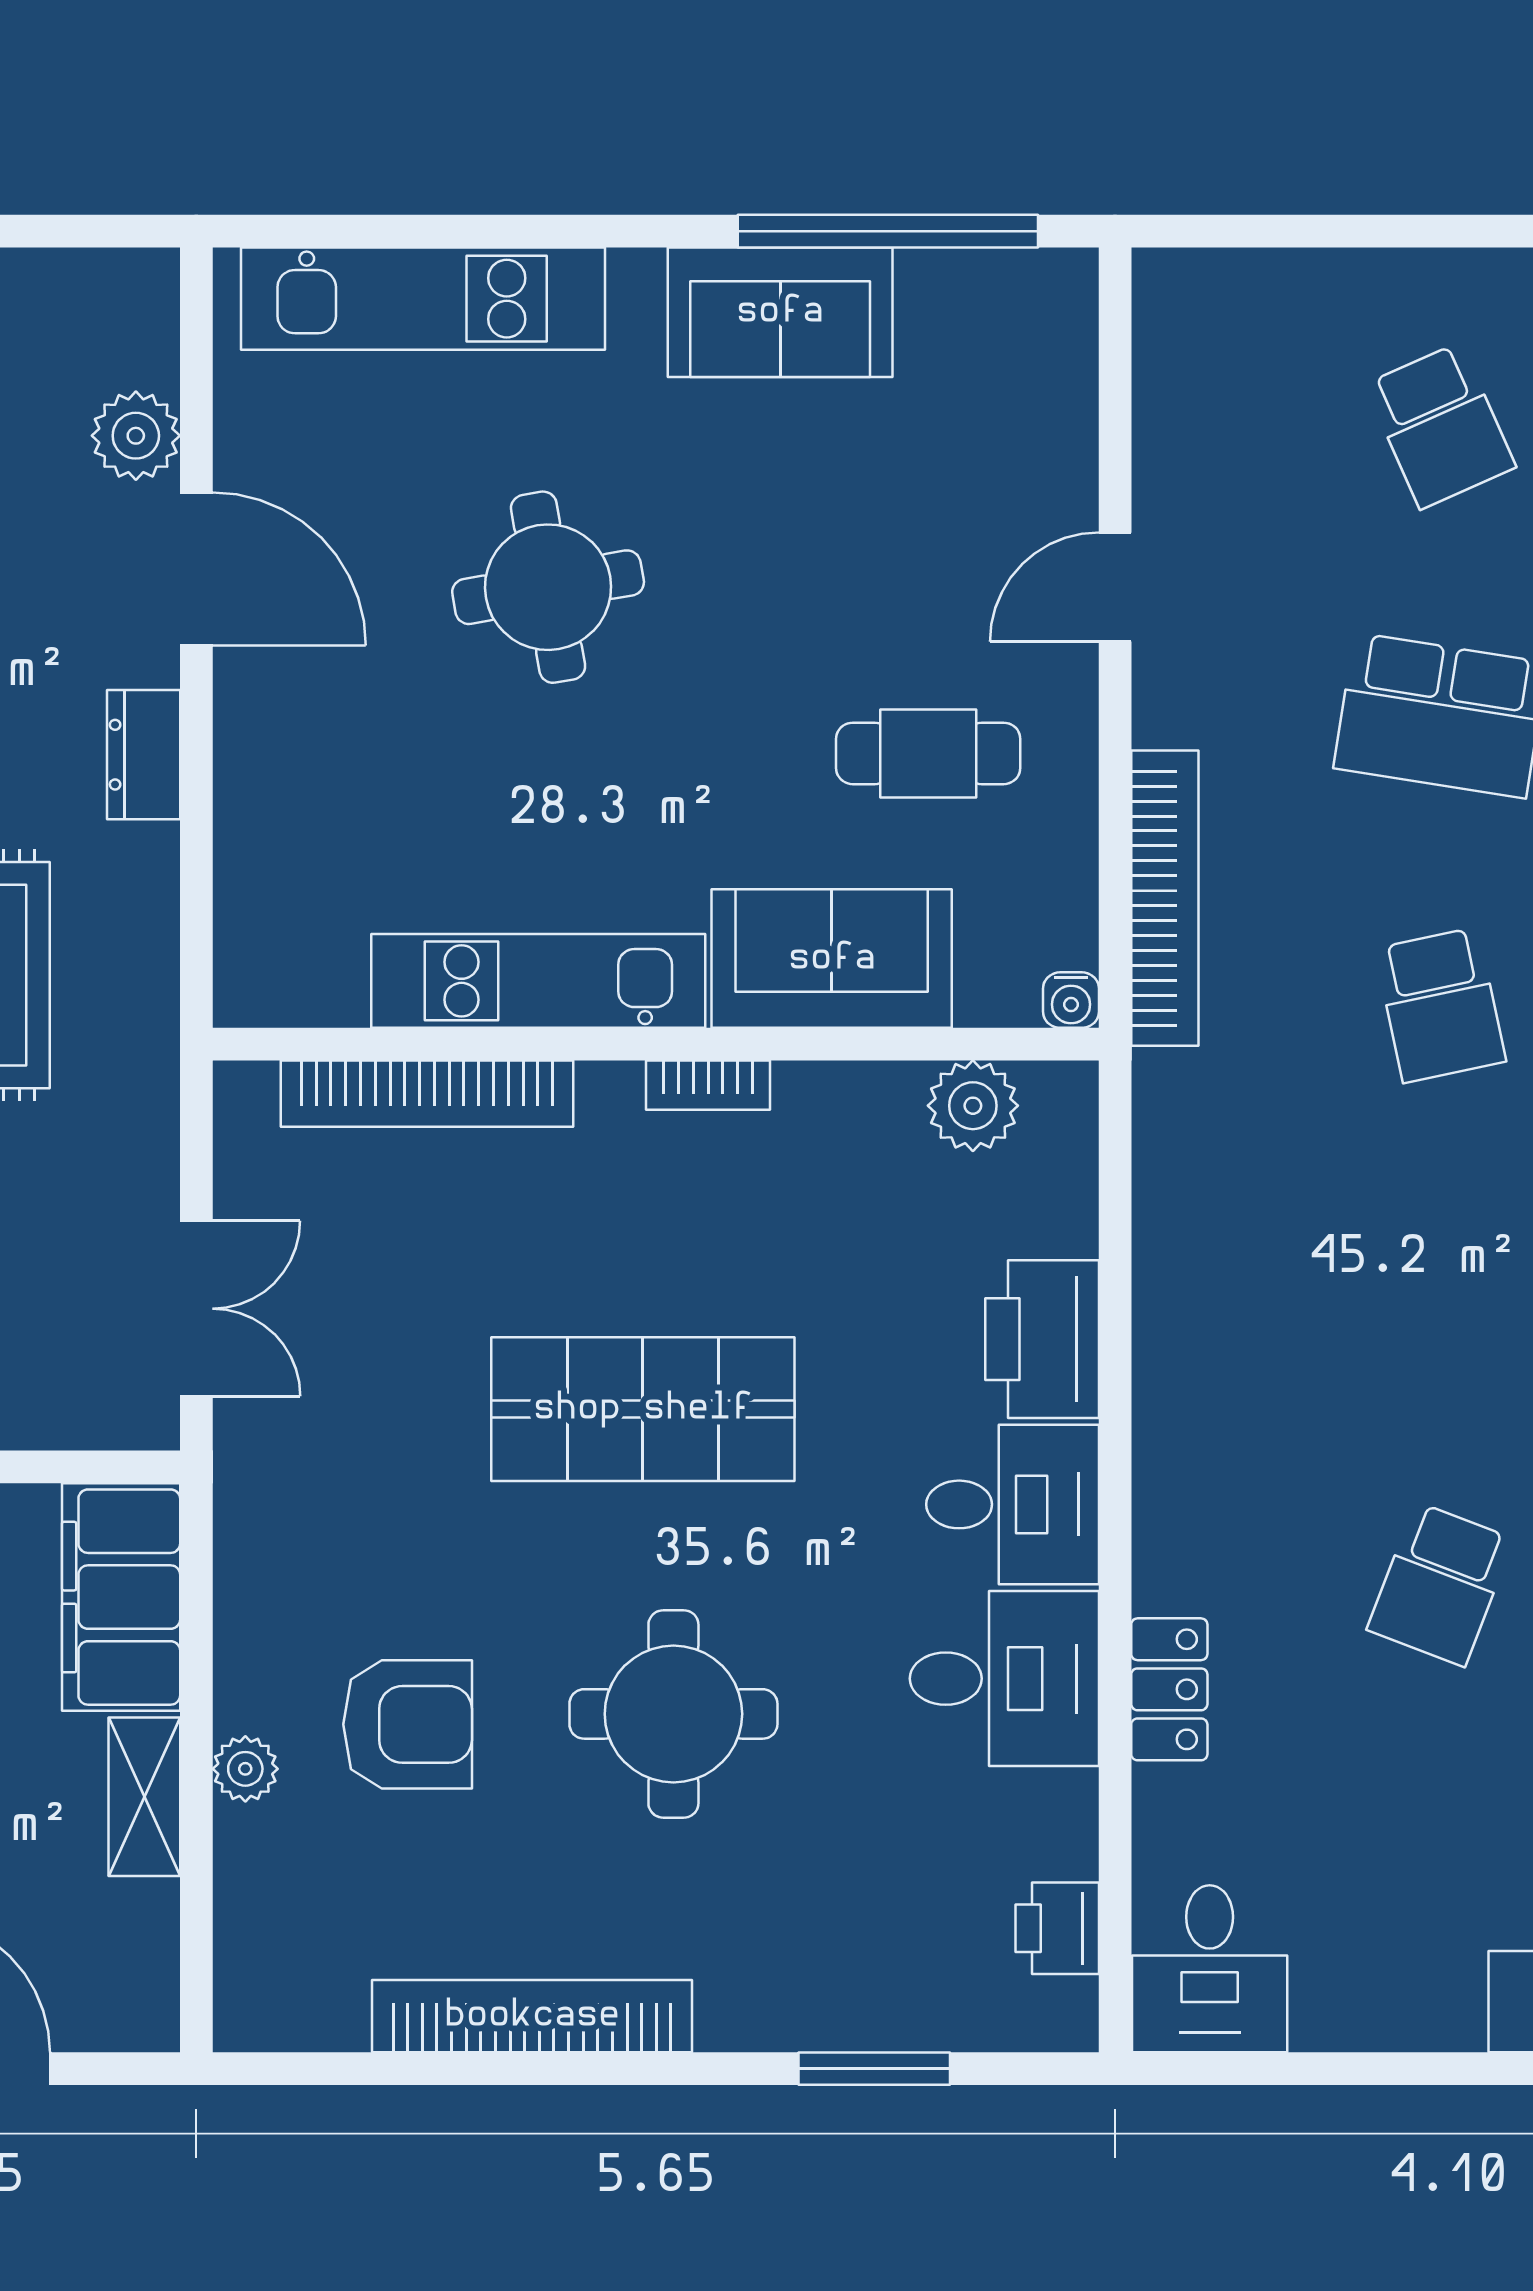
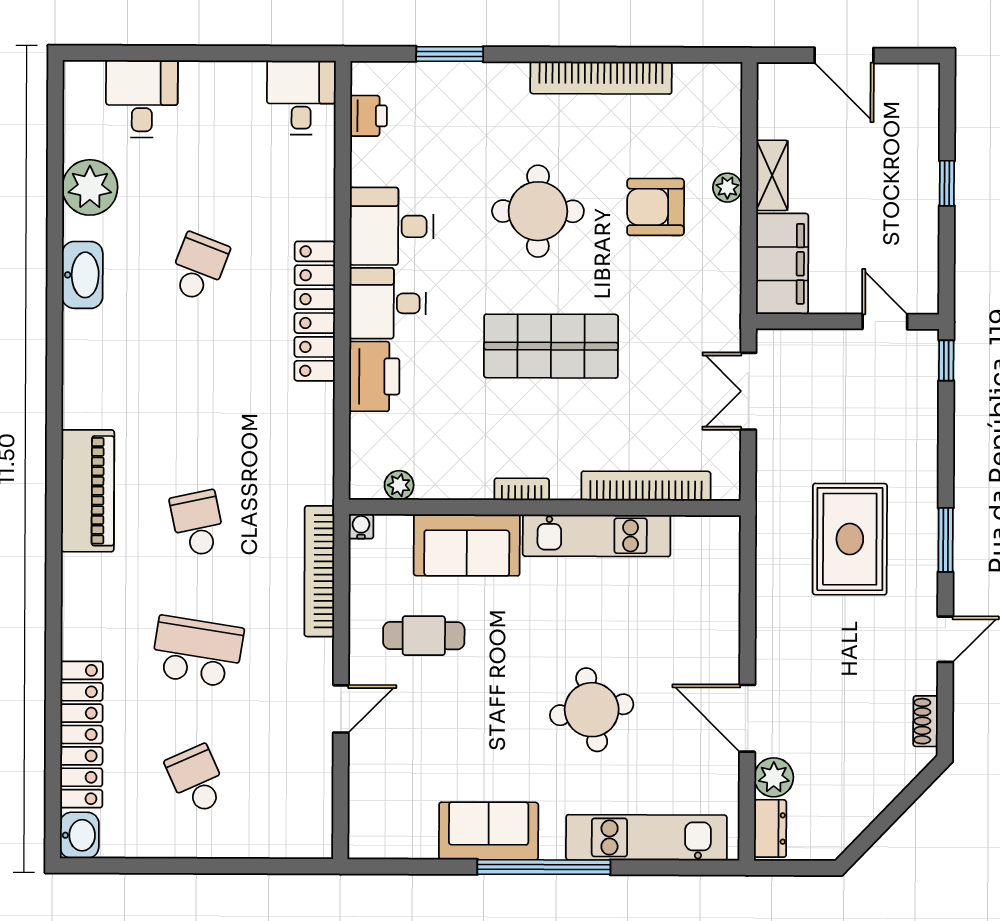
window: (888, 231) -> (544, 867), moved
dresser: (144, 755) -> (770, 828), moved
plant: (973, 1106) -> (399, 485), width x0.73, depth x0.73
locker: (1169, 1689) -> (315, 311), moved, width x2.16, depth x1.21

